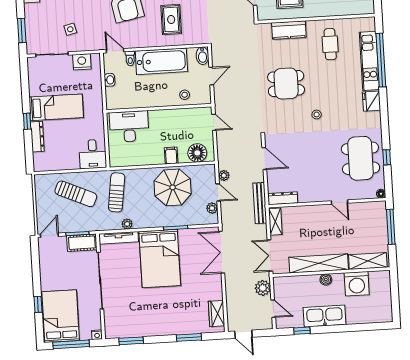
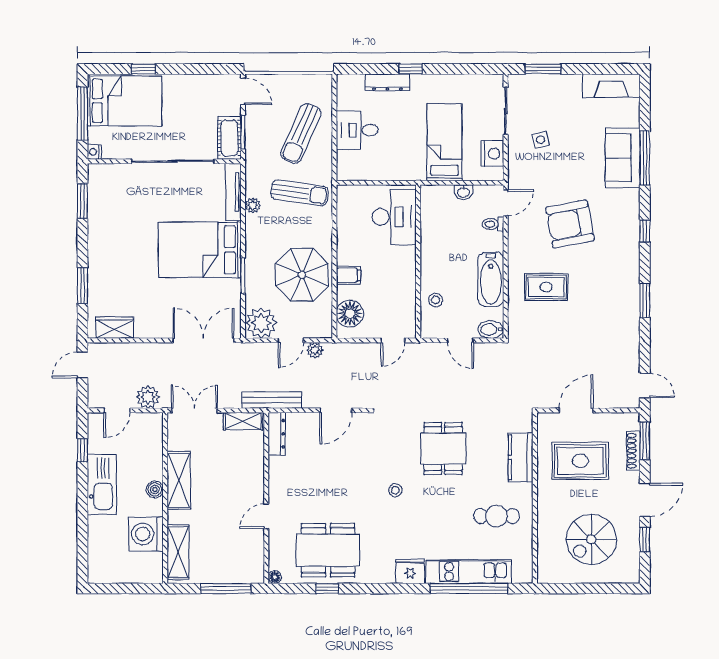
bathtub: (161, 61) -> (491, 279), width x0.73, depth x0.73
bed: (56, 107) -> (445, 142), moved, turned 180
desk: (93, 154) -> (357, 130), moved
plant: (212, 208) -> (261, 323), width x1.88, depth x1.88
shelving: (319, 263) -> (179, 480), width x0.68

